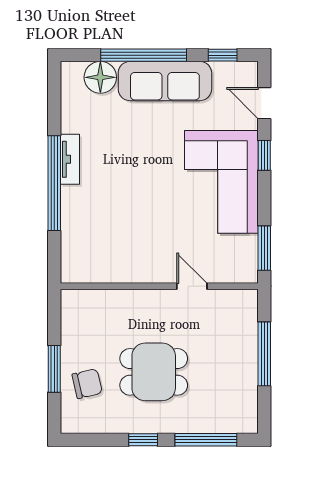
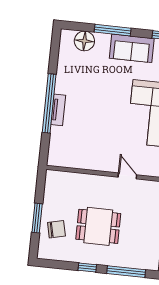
window: (144, 55) -> (113, 30), width x0.68
sofa: (165, 81) -> (132, 48), width x0.73
tv unit: (70, 159) -> (58, 110), moved

